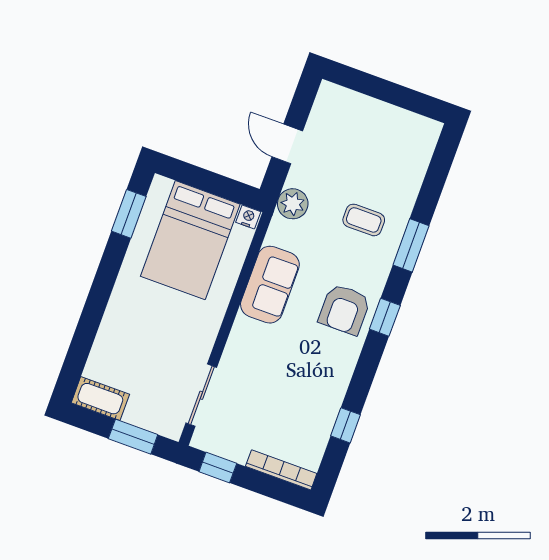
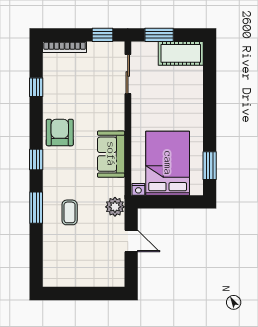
coffee table: (364, 220) -> (70, 212), turned 90
armchair: (344, 309) -> (60, 132), moved
cot: (100, 399) -> (181, 53), width x1.37, depth x1.34

